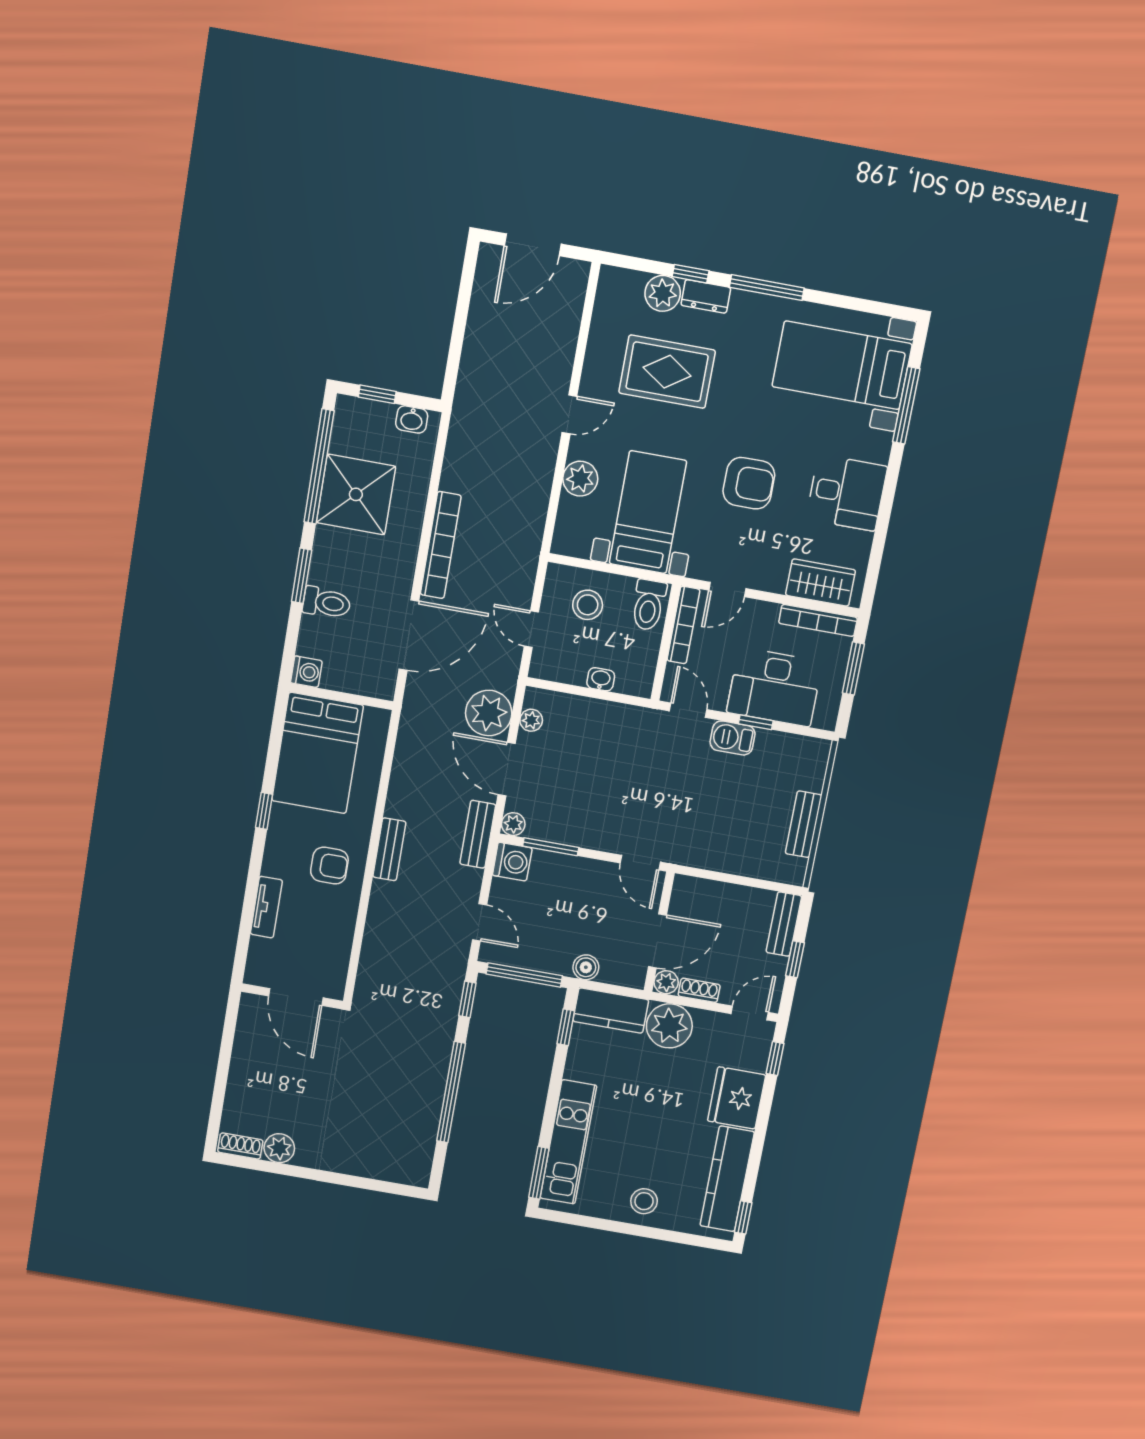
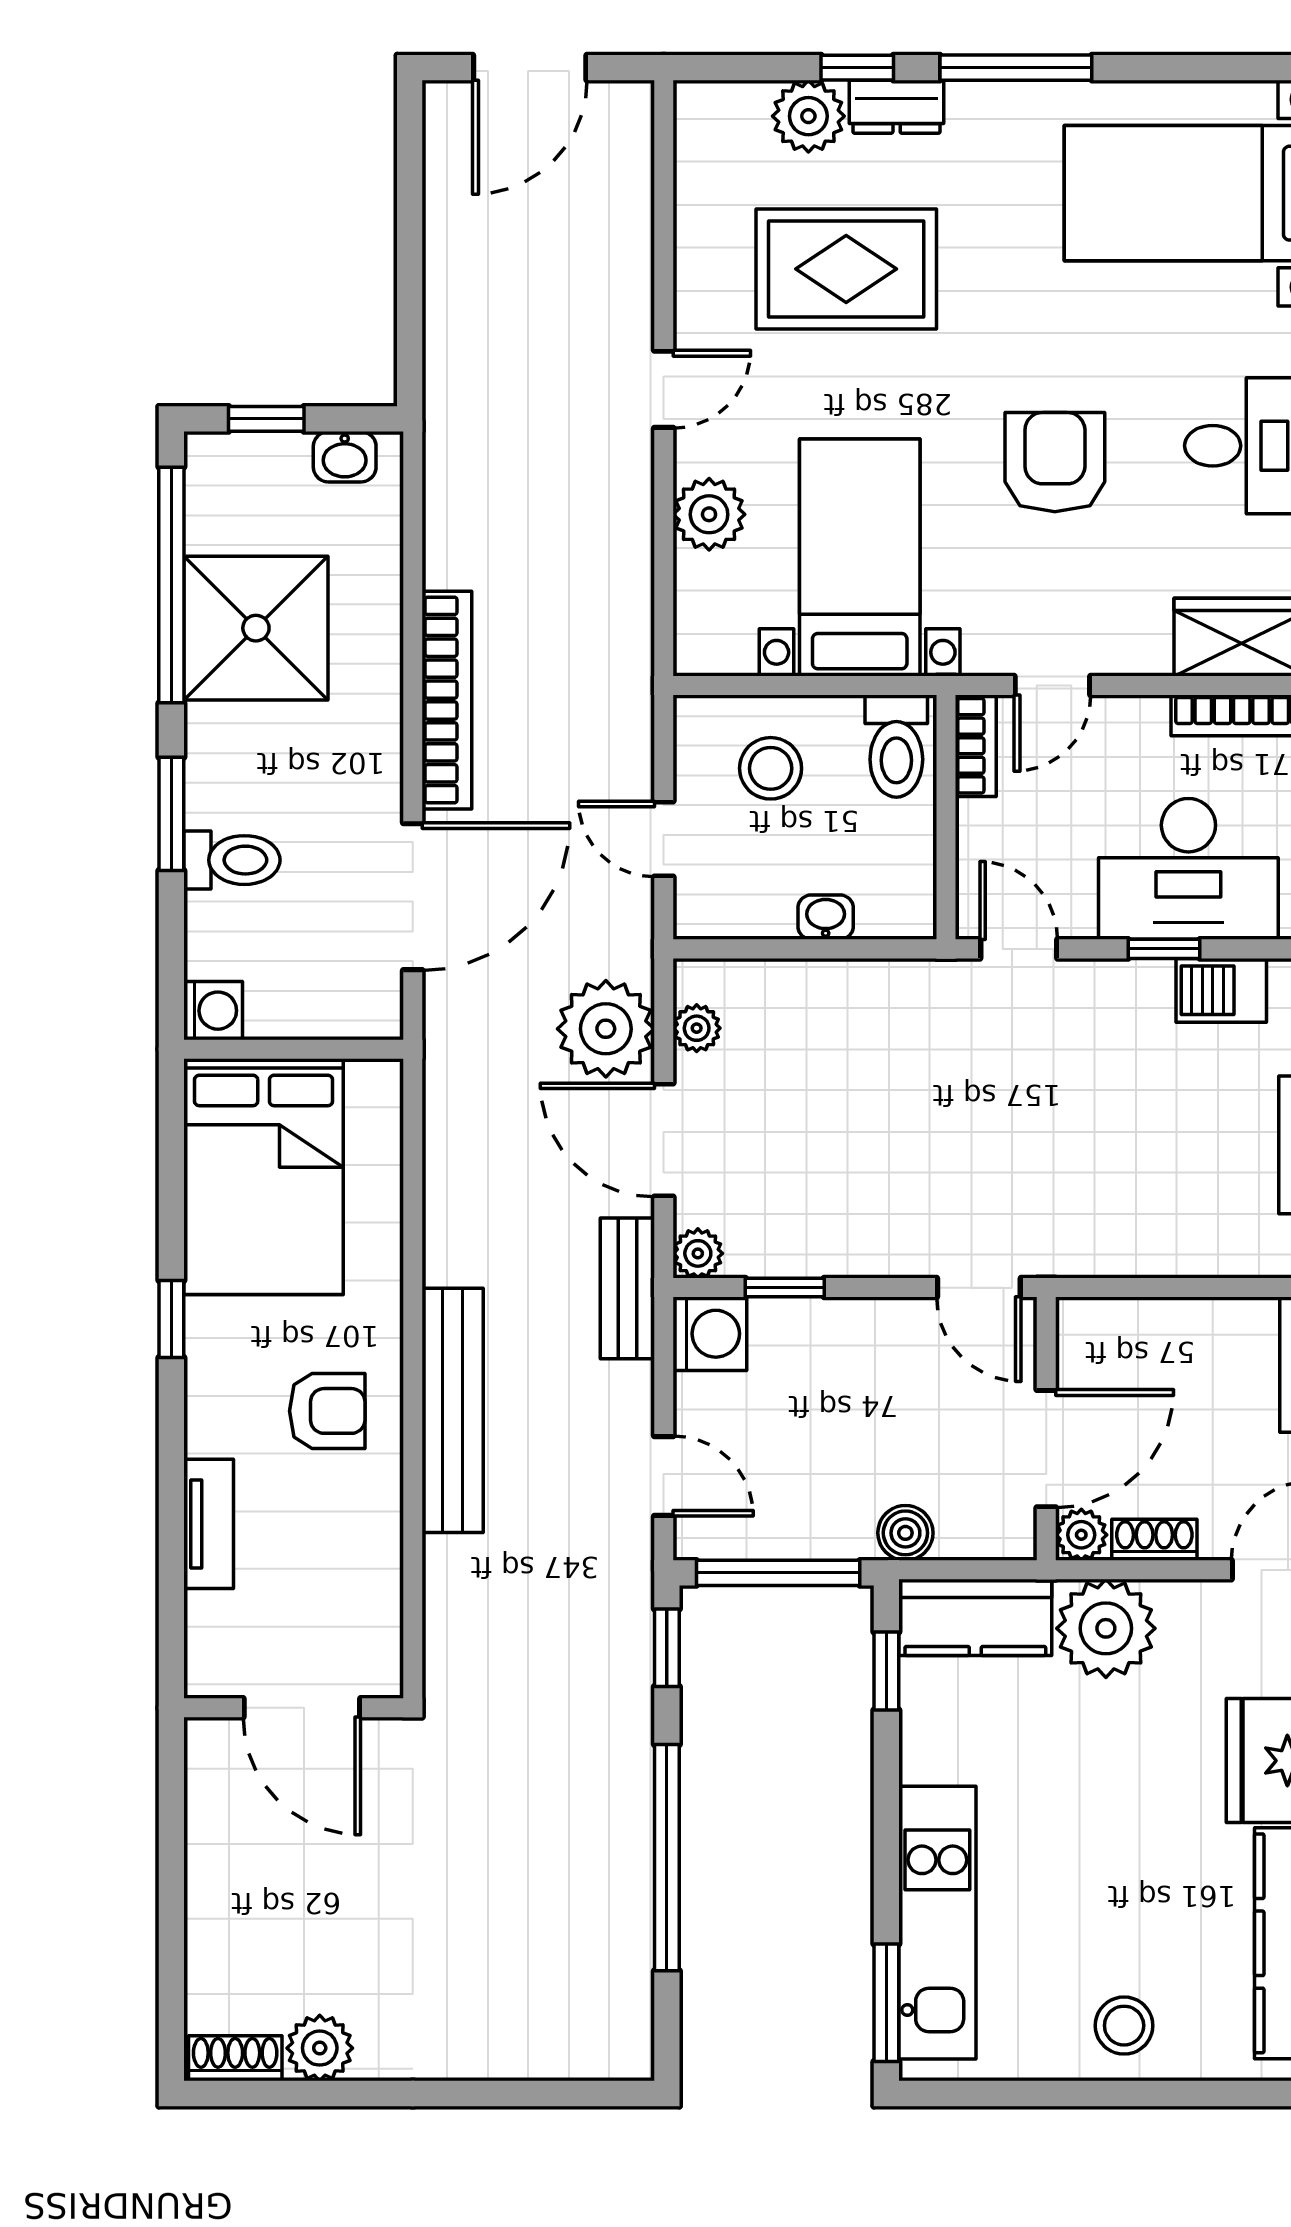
armchair: (749, 483) -> (1055, 462), turned -90
bookcase: (683, 625) -> (976, 746), width x0.64
barbecue: (733, 738) -> (1221, 990), moved
window: (551, 847) -> (785, 1288), width x0.67
bench: (389, 849) -> (453, 1410), width x1.86, depth x1.21

